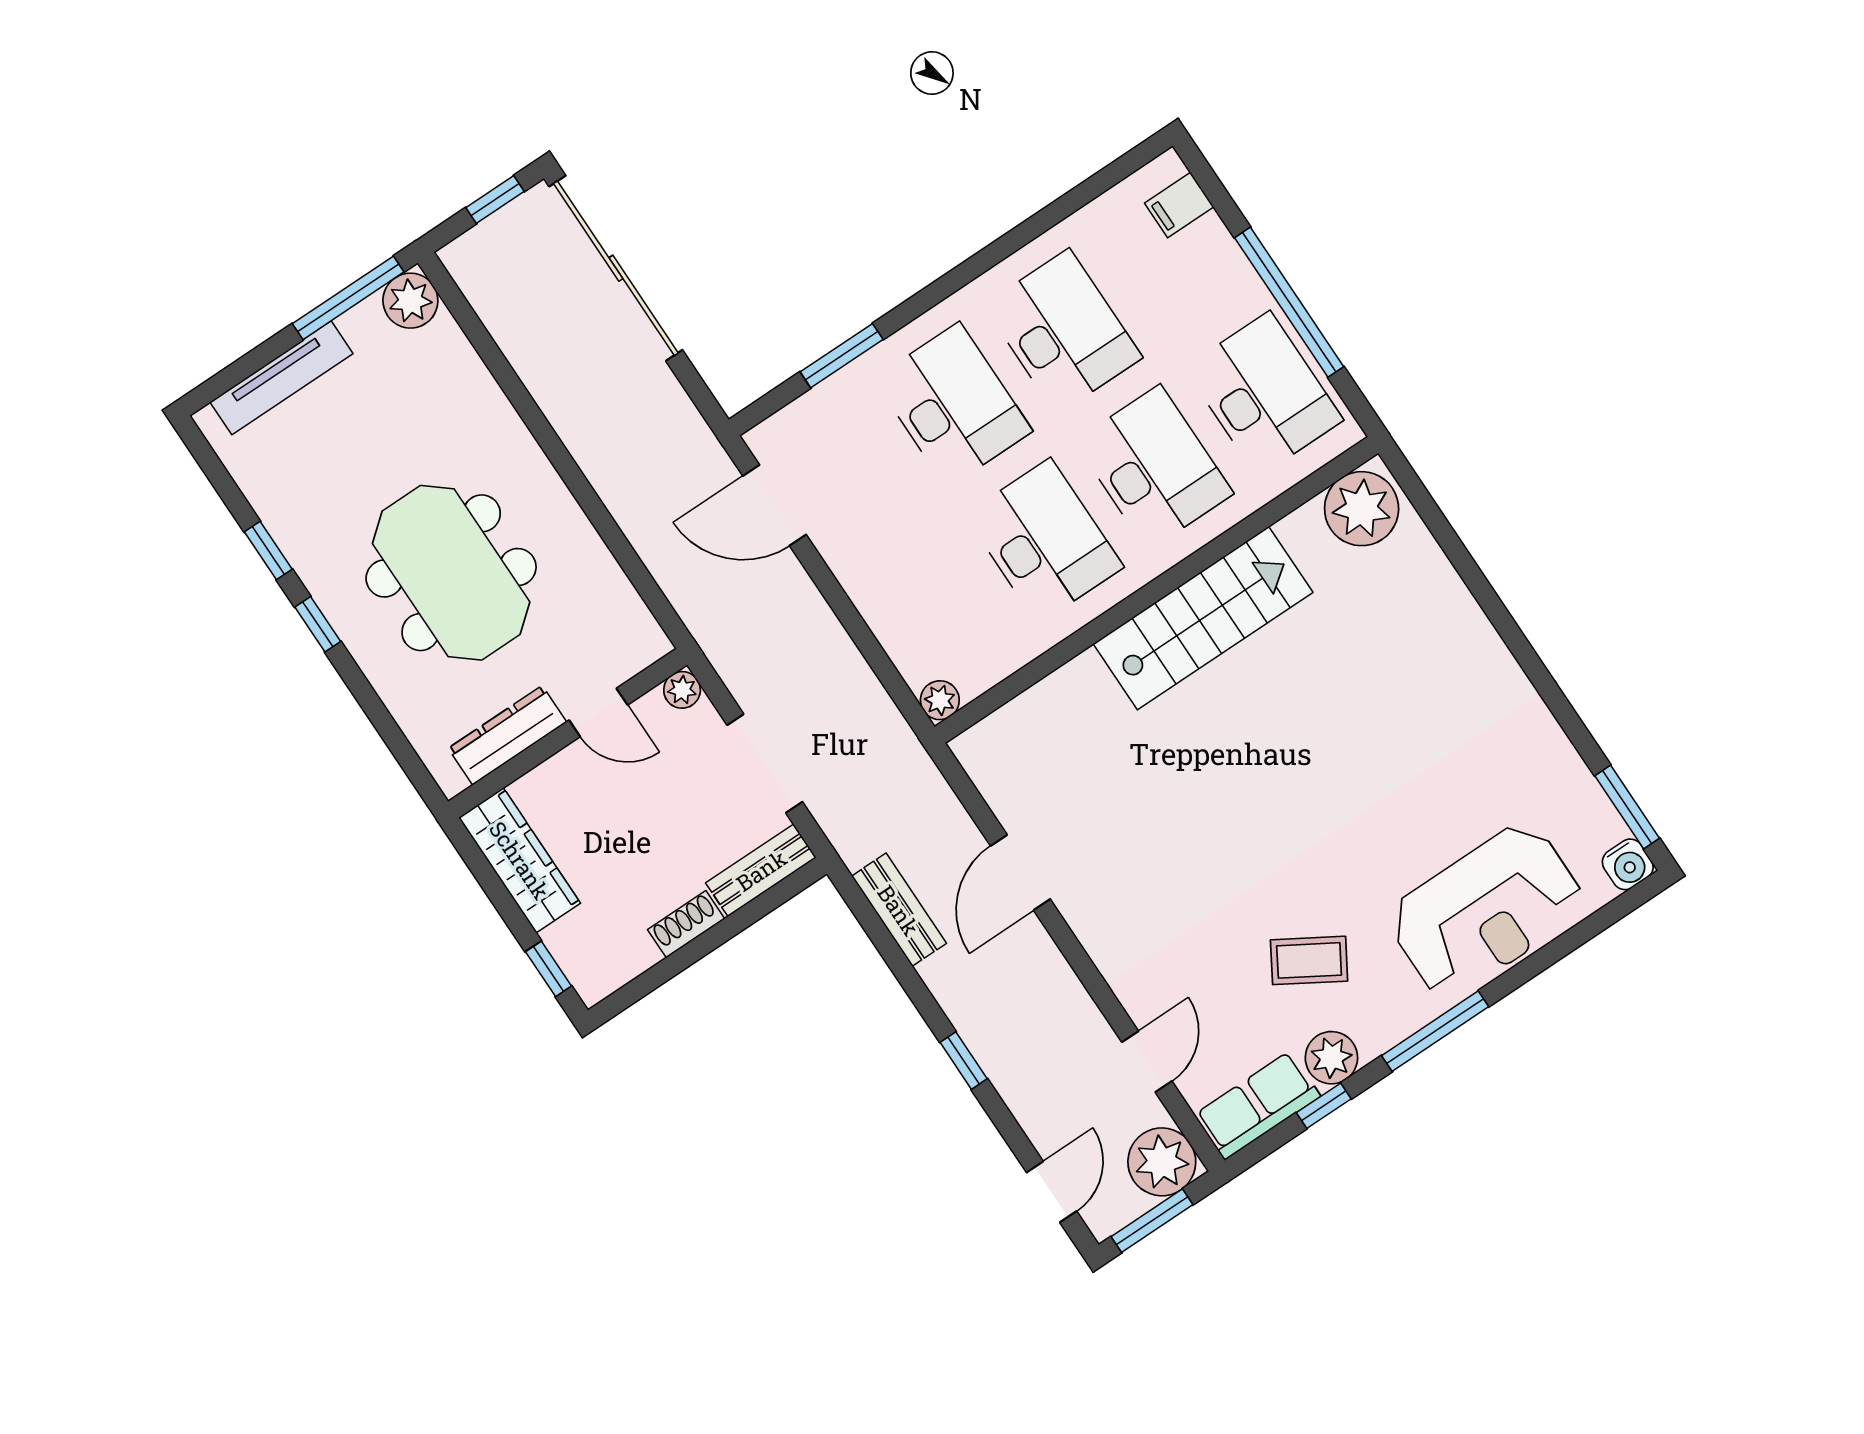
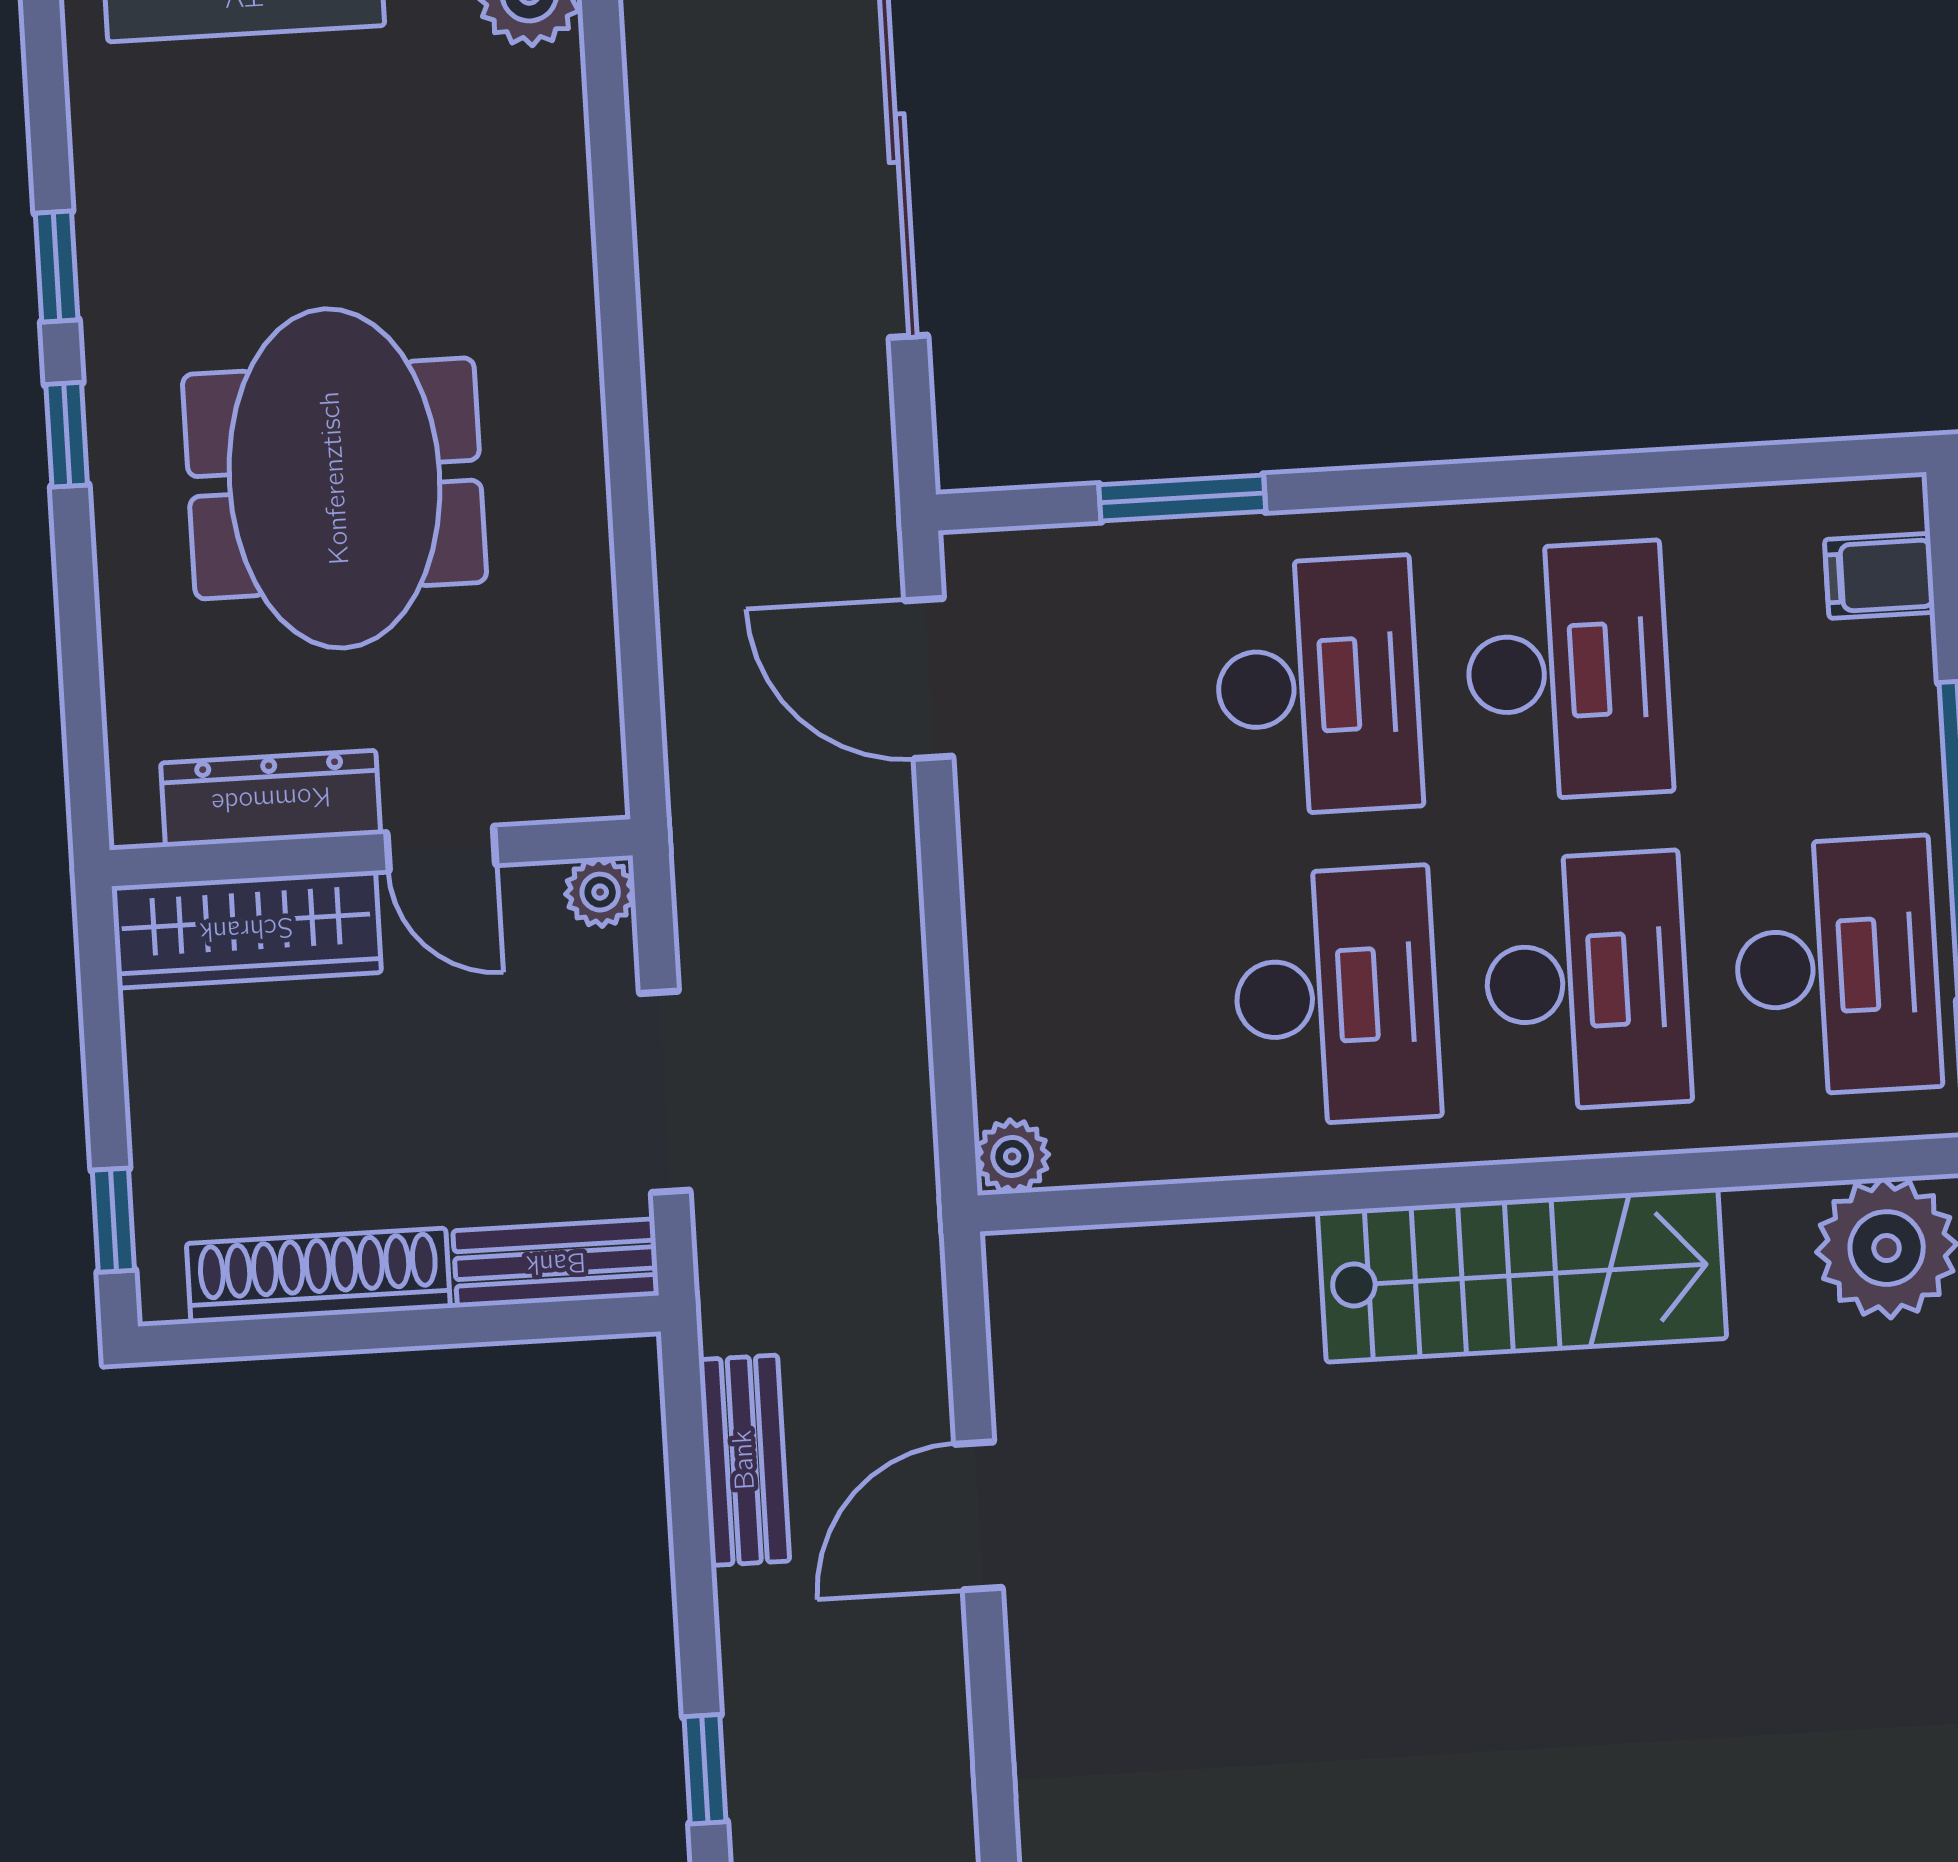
wardrobe: (520, 860) -> (246, 929), moved, turned 90
shoe rack: (686, 924) -> (318, 1276), width x1.94, depth x1.24

